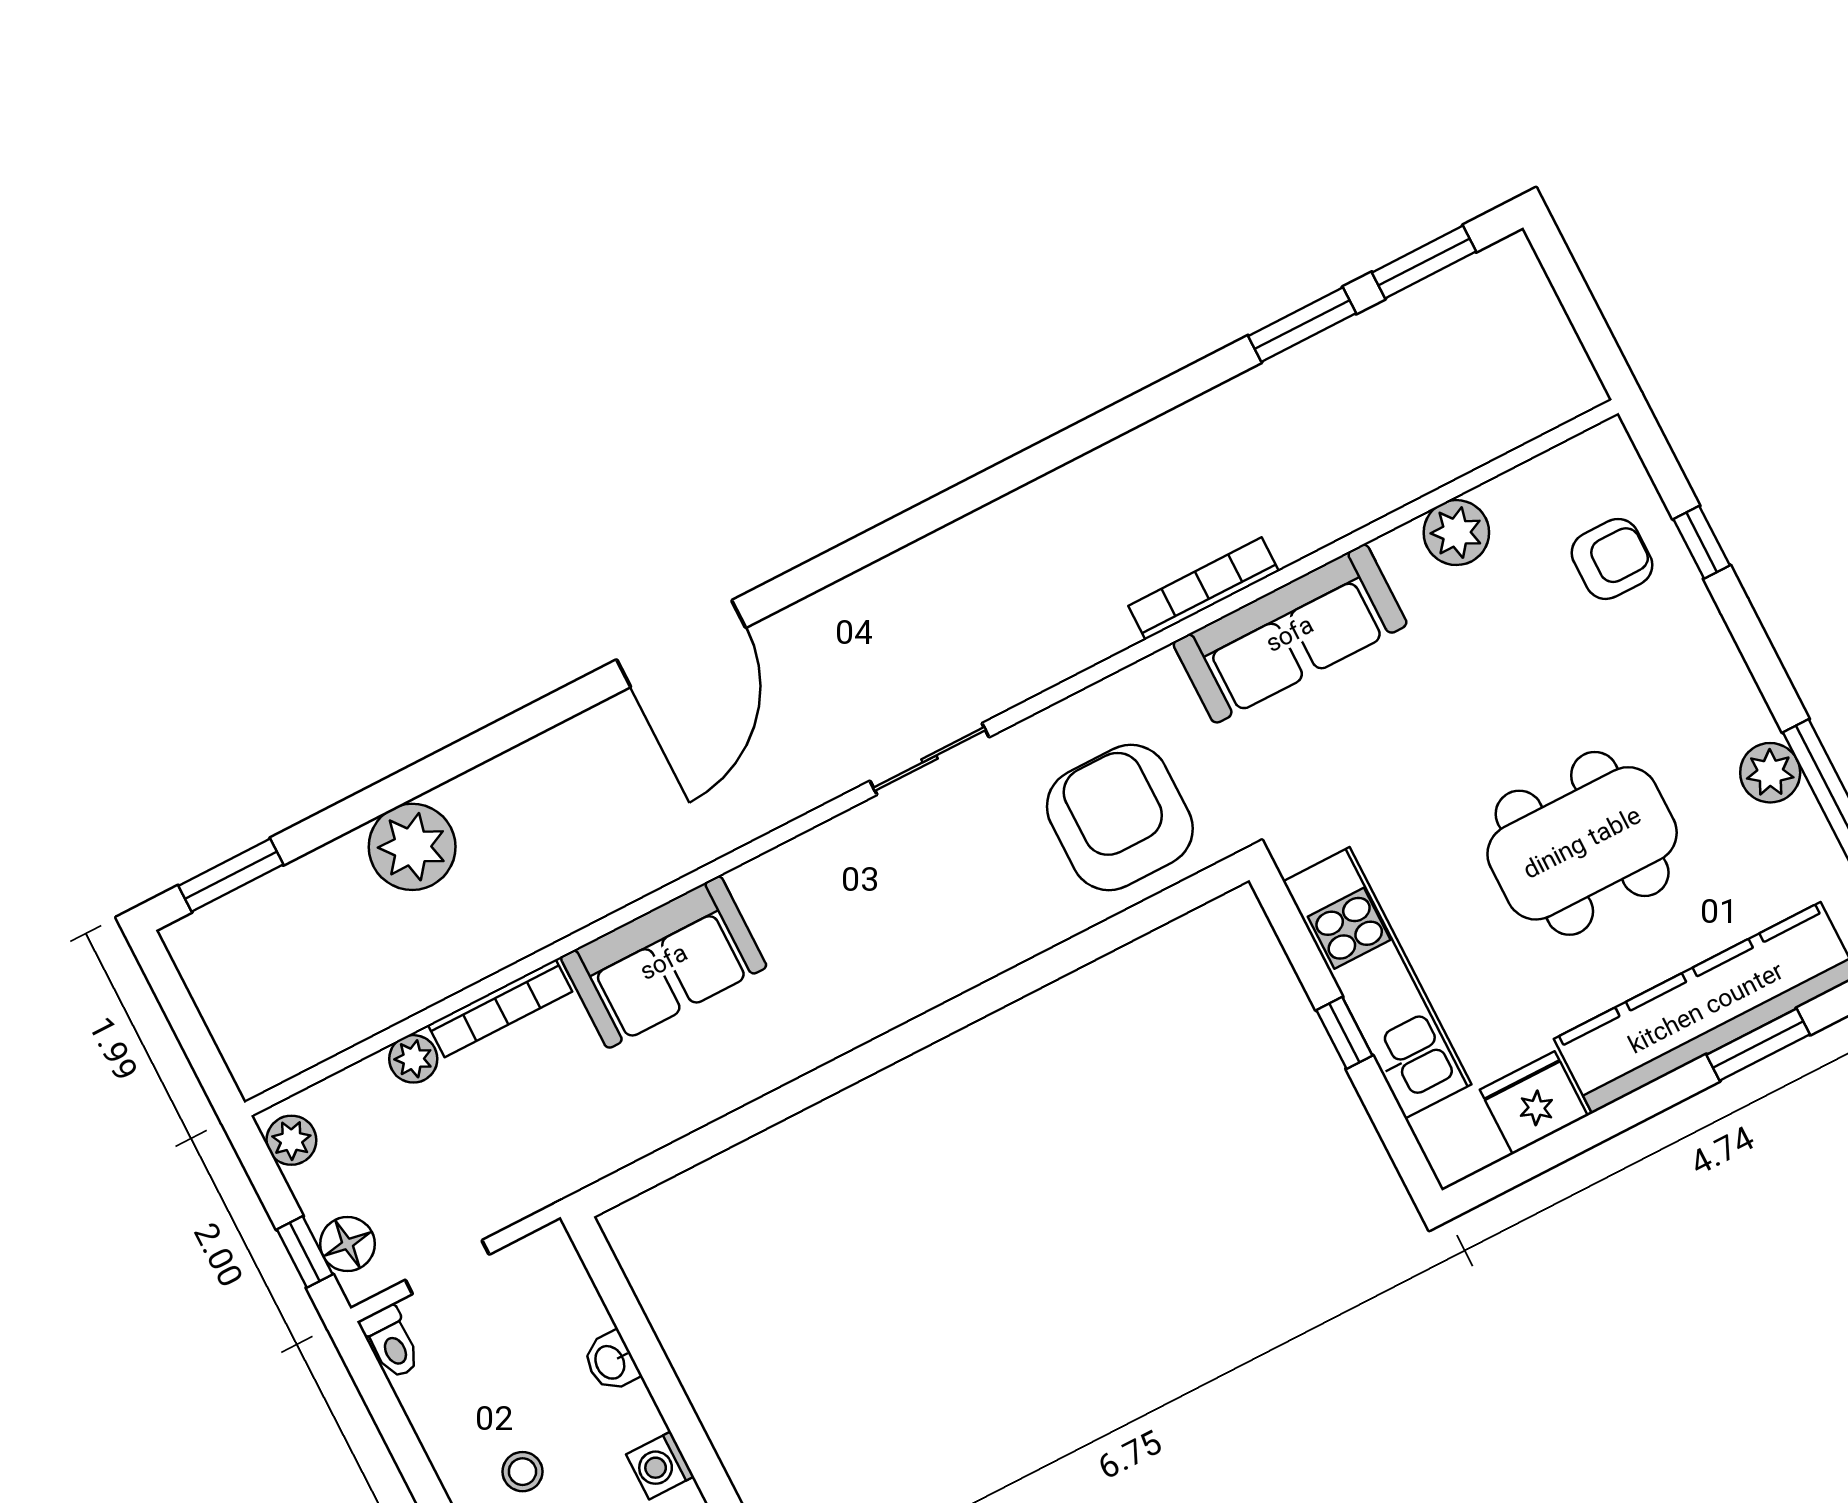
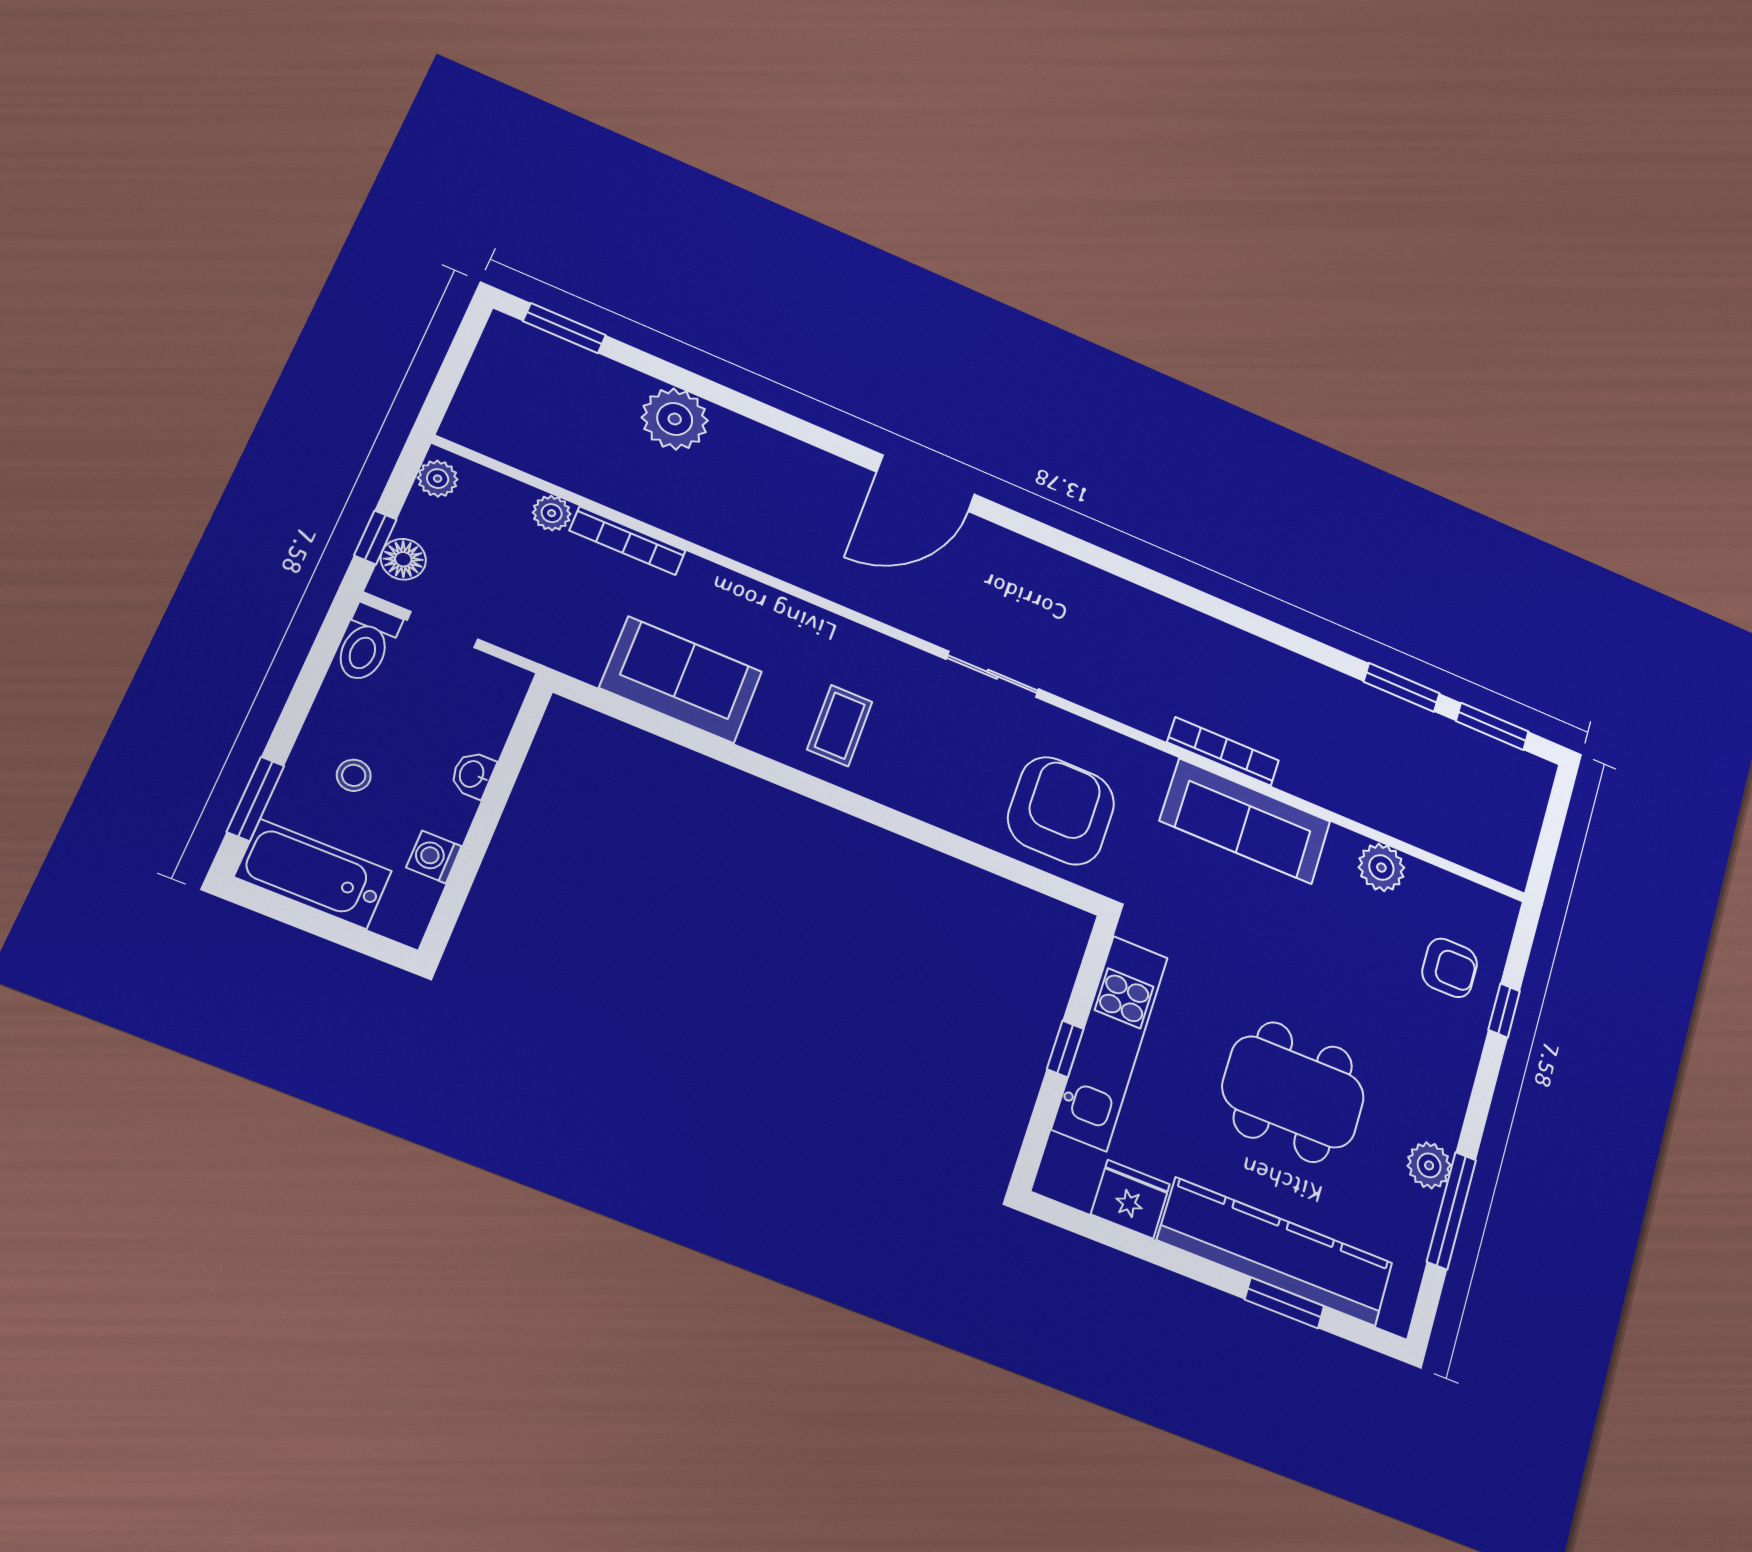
sofa: (664, 962) -> (681, 680), moved, turned 180
coffee table: (853, 964) -> (840, 726), added
toilet: (391, 1342) -> (367, 644), width x1.37, depth x1.39

